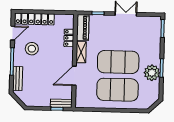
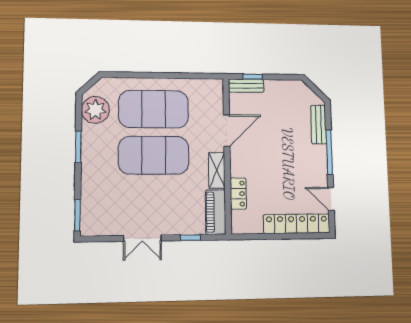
door: (13, 33) -> (331, 199), hinge flipped
stool: (32, 49) -> (298, 174), removed
plant: (152, 73) -> (95, 110), moved

